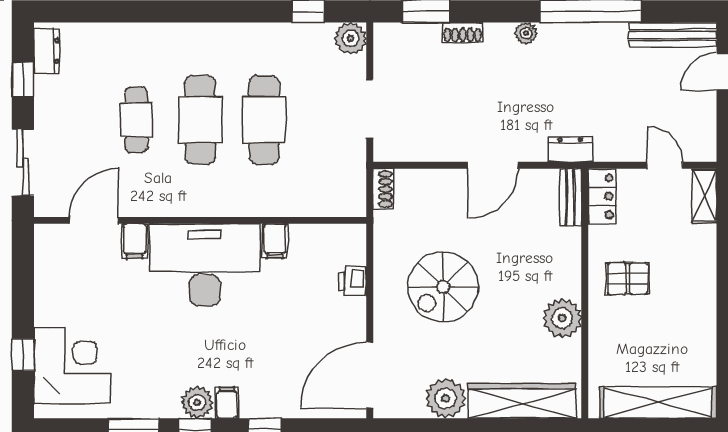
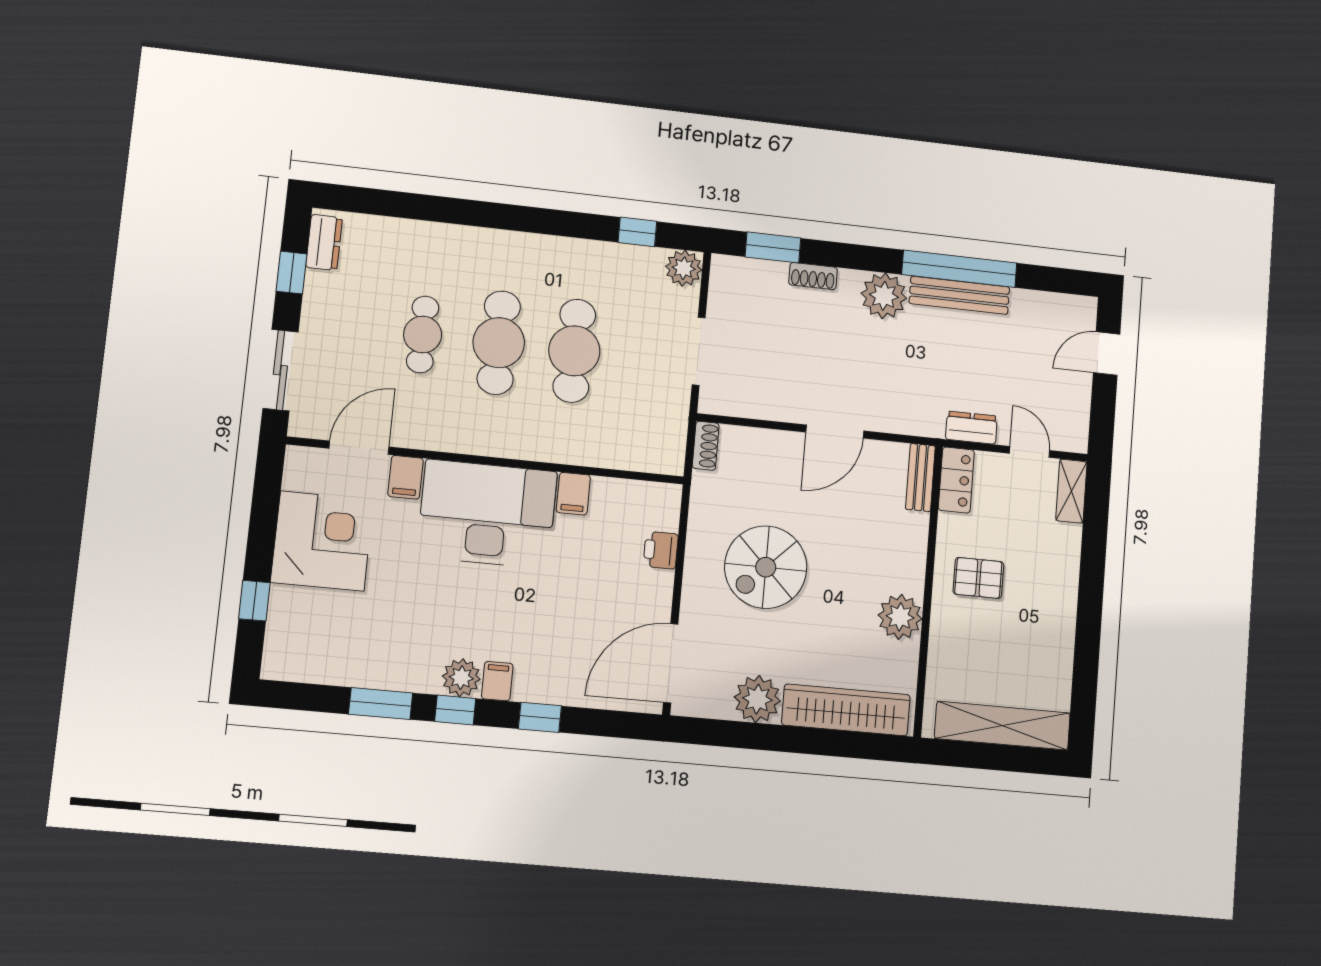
plant: (526, 33) -> (884, 296), width x1.87, depth x1.87
bench: (673, 35) -> (959, 295), moved
dresser: (570, 149) -> (971, 428), moved
corner desk: (72, 366) -> (322, 541), moved

